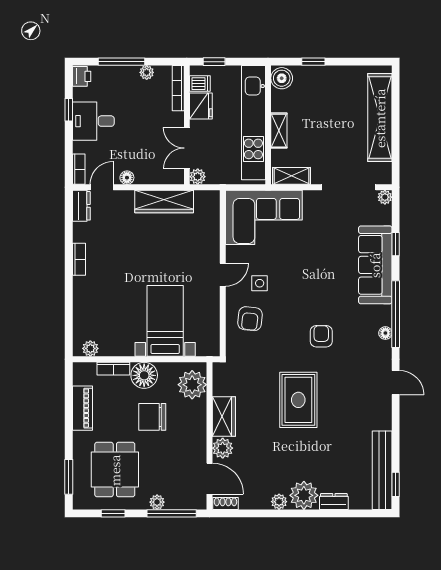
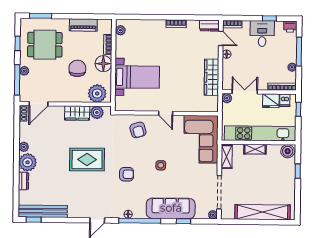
side table: (260, 283) -> (161, 165), moved
armchair: (250, 319) -> (138, 130), turned -113
plant: (223, 448) -> (97, 112), moved

